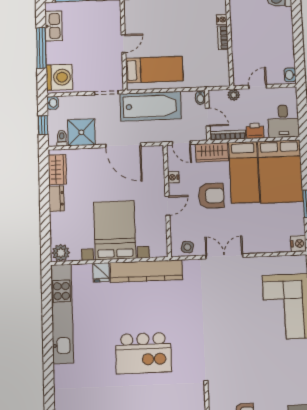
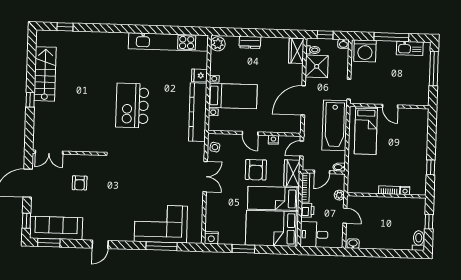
wardrobe: (57, 170) -> (296, 51), moved, turned 90
dresser: (56, 199) -> (250, 42), moved
bed with nightstands: (115, 230) -> (233, 96), width x0.73

